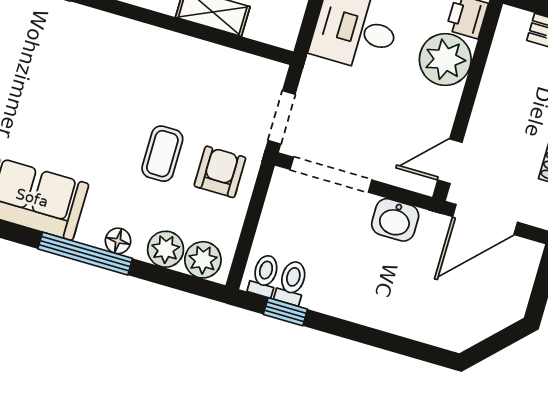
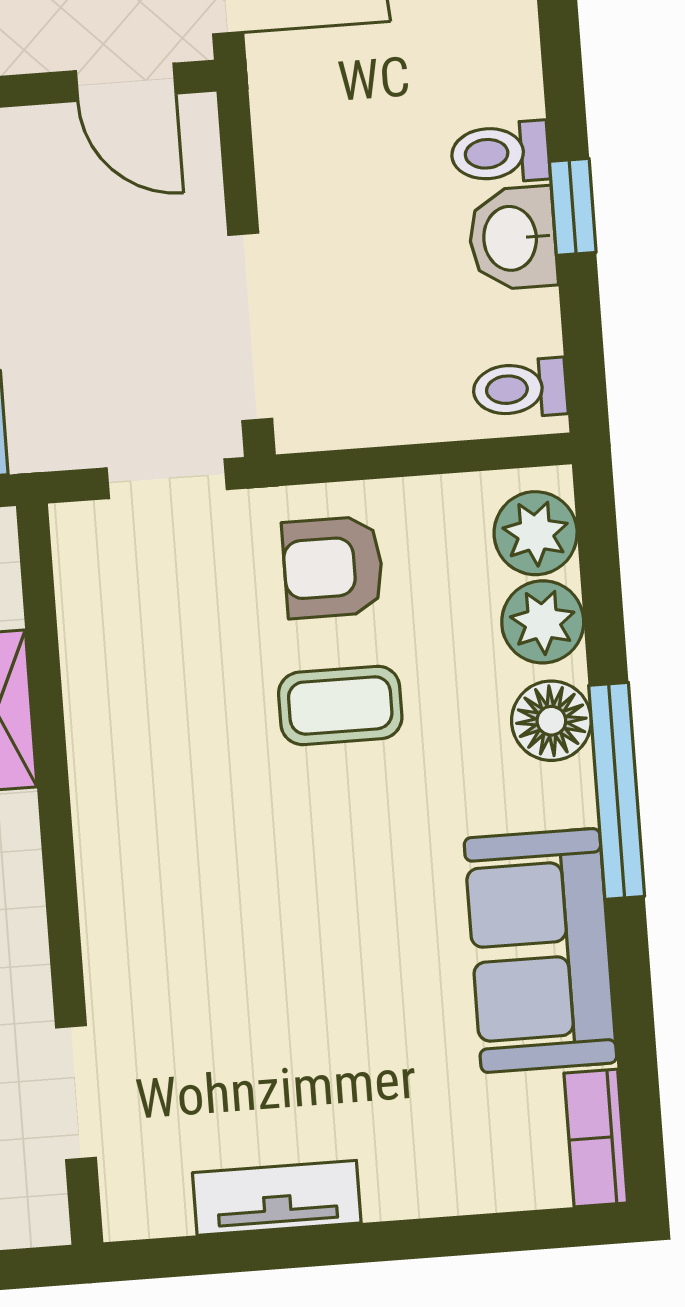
washbasin: (395, 220) -> (513, 238), moved, turned 180
floor lamp: (118, 241) -> (551, 721), width x1.37, depth x1.37
toilet: (292, 283) -> (500, 153), moved
window: (285, 312) -> (573, 207), moved

